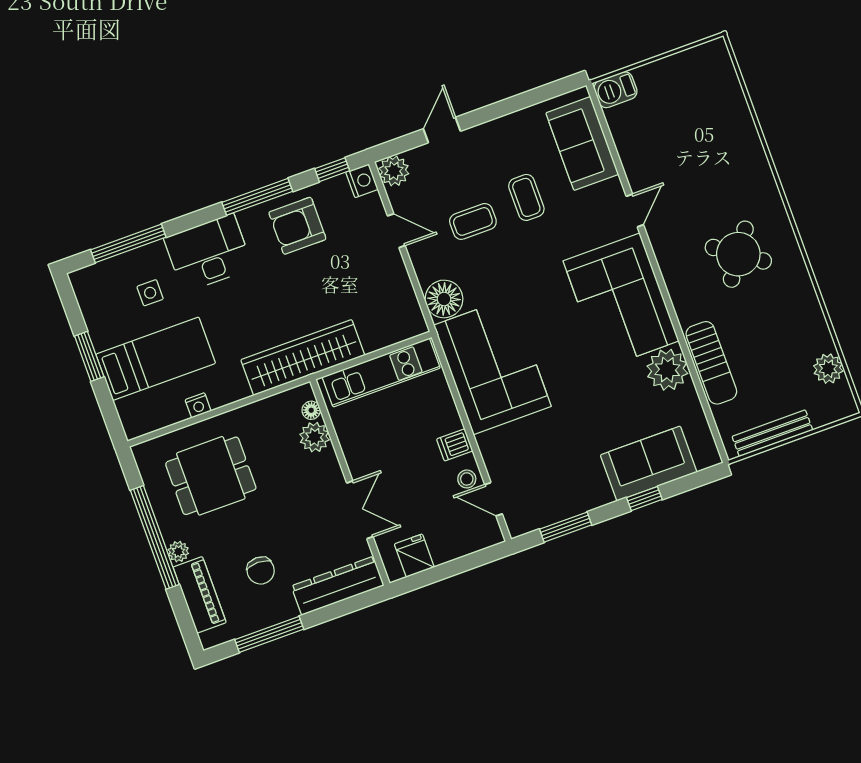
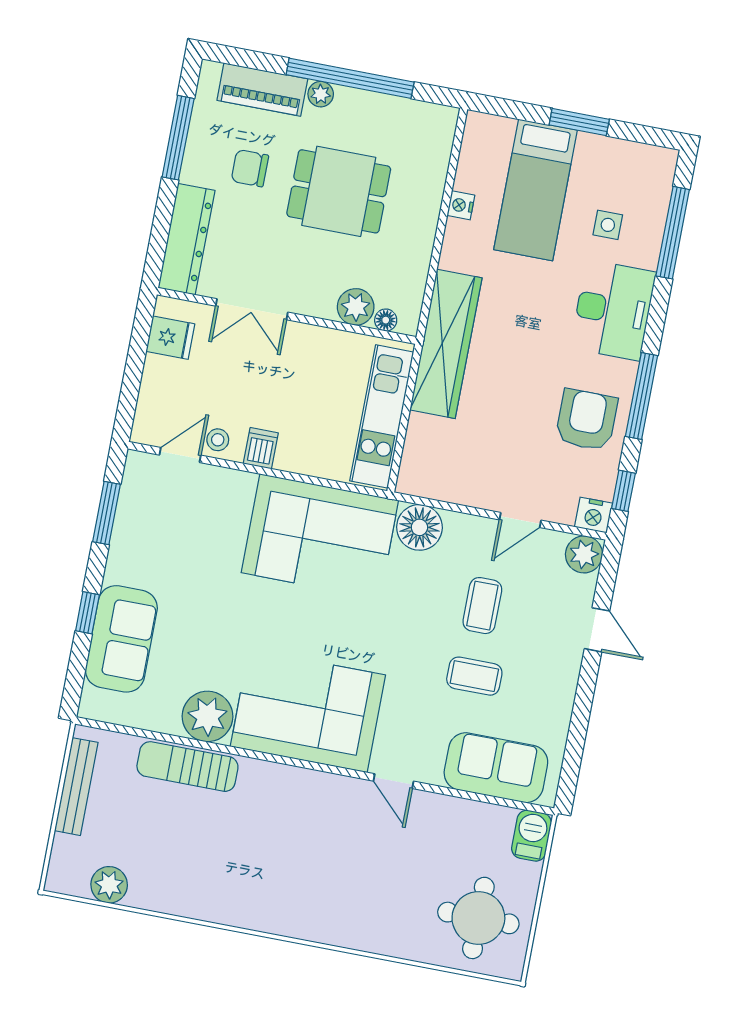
round table: (738, 254) -> (478, 918), moved, turned -35
dining table: (211, 476) -> (339, 191), moved, turned 90

